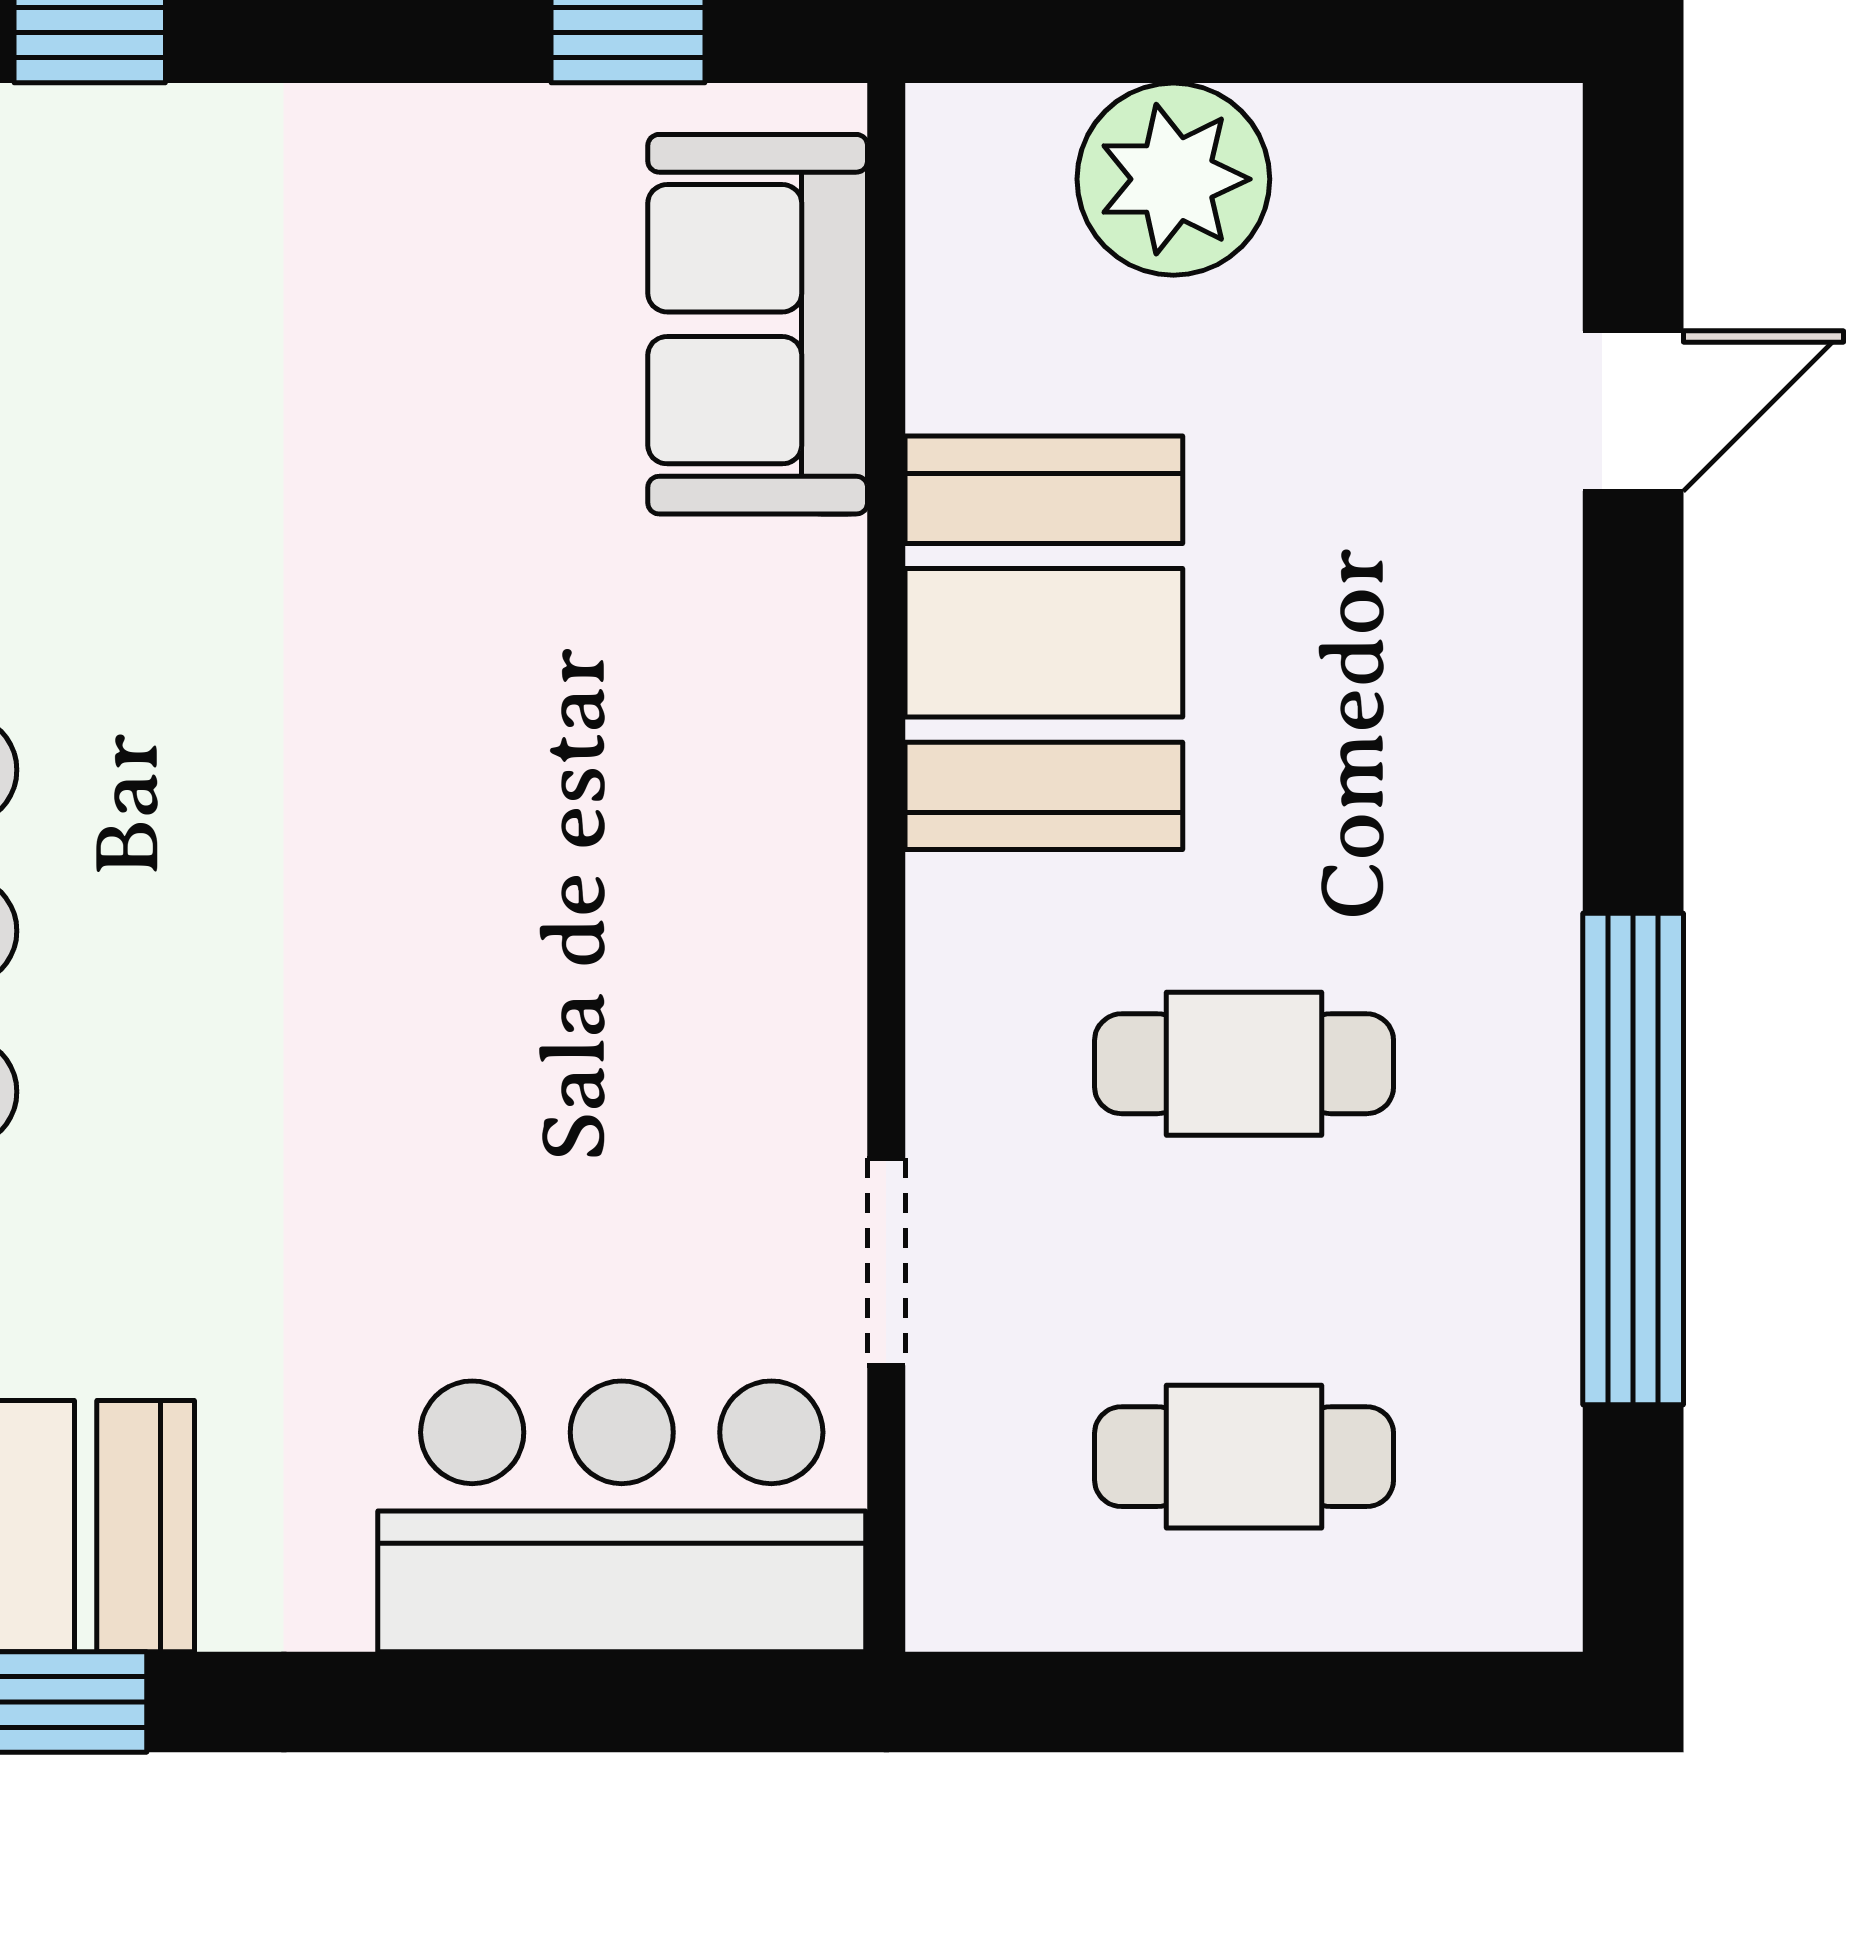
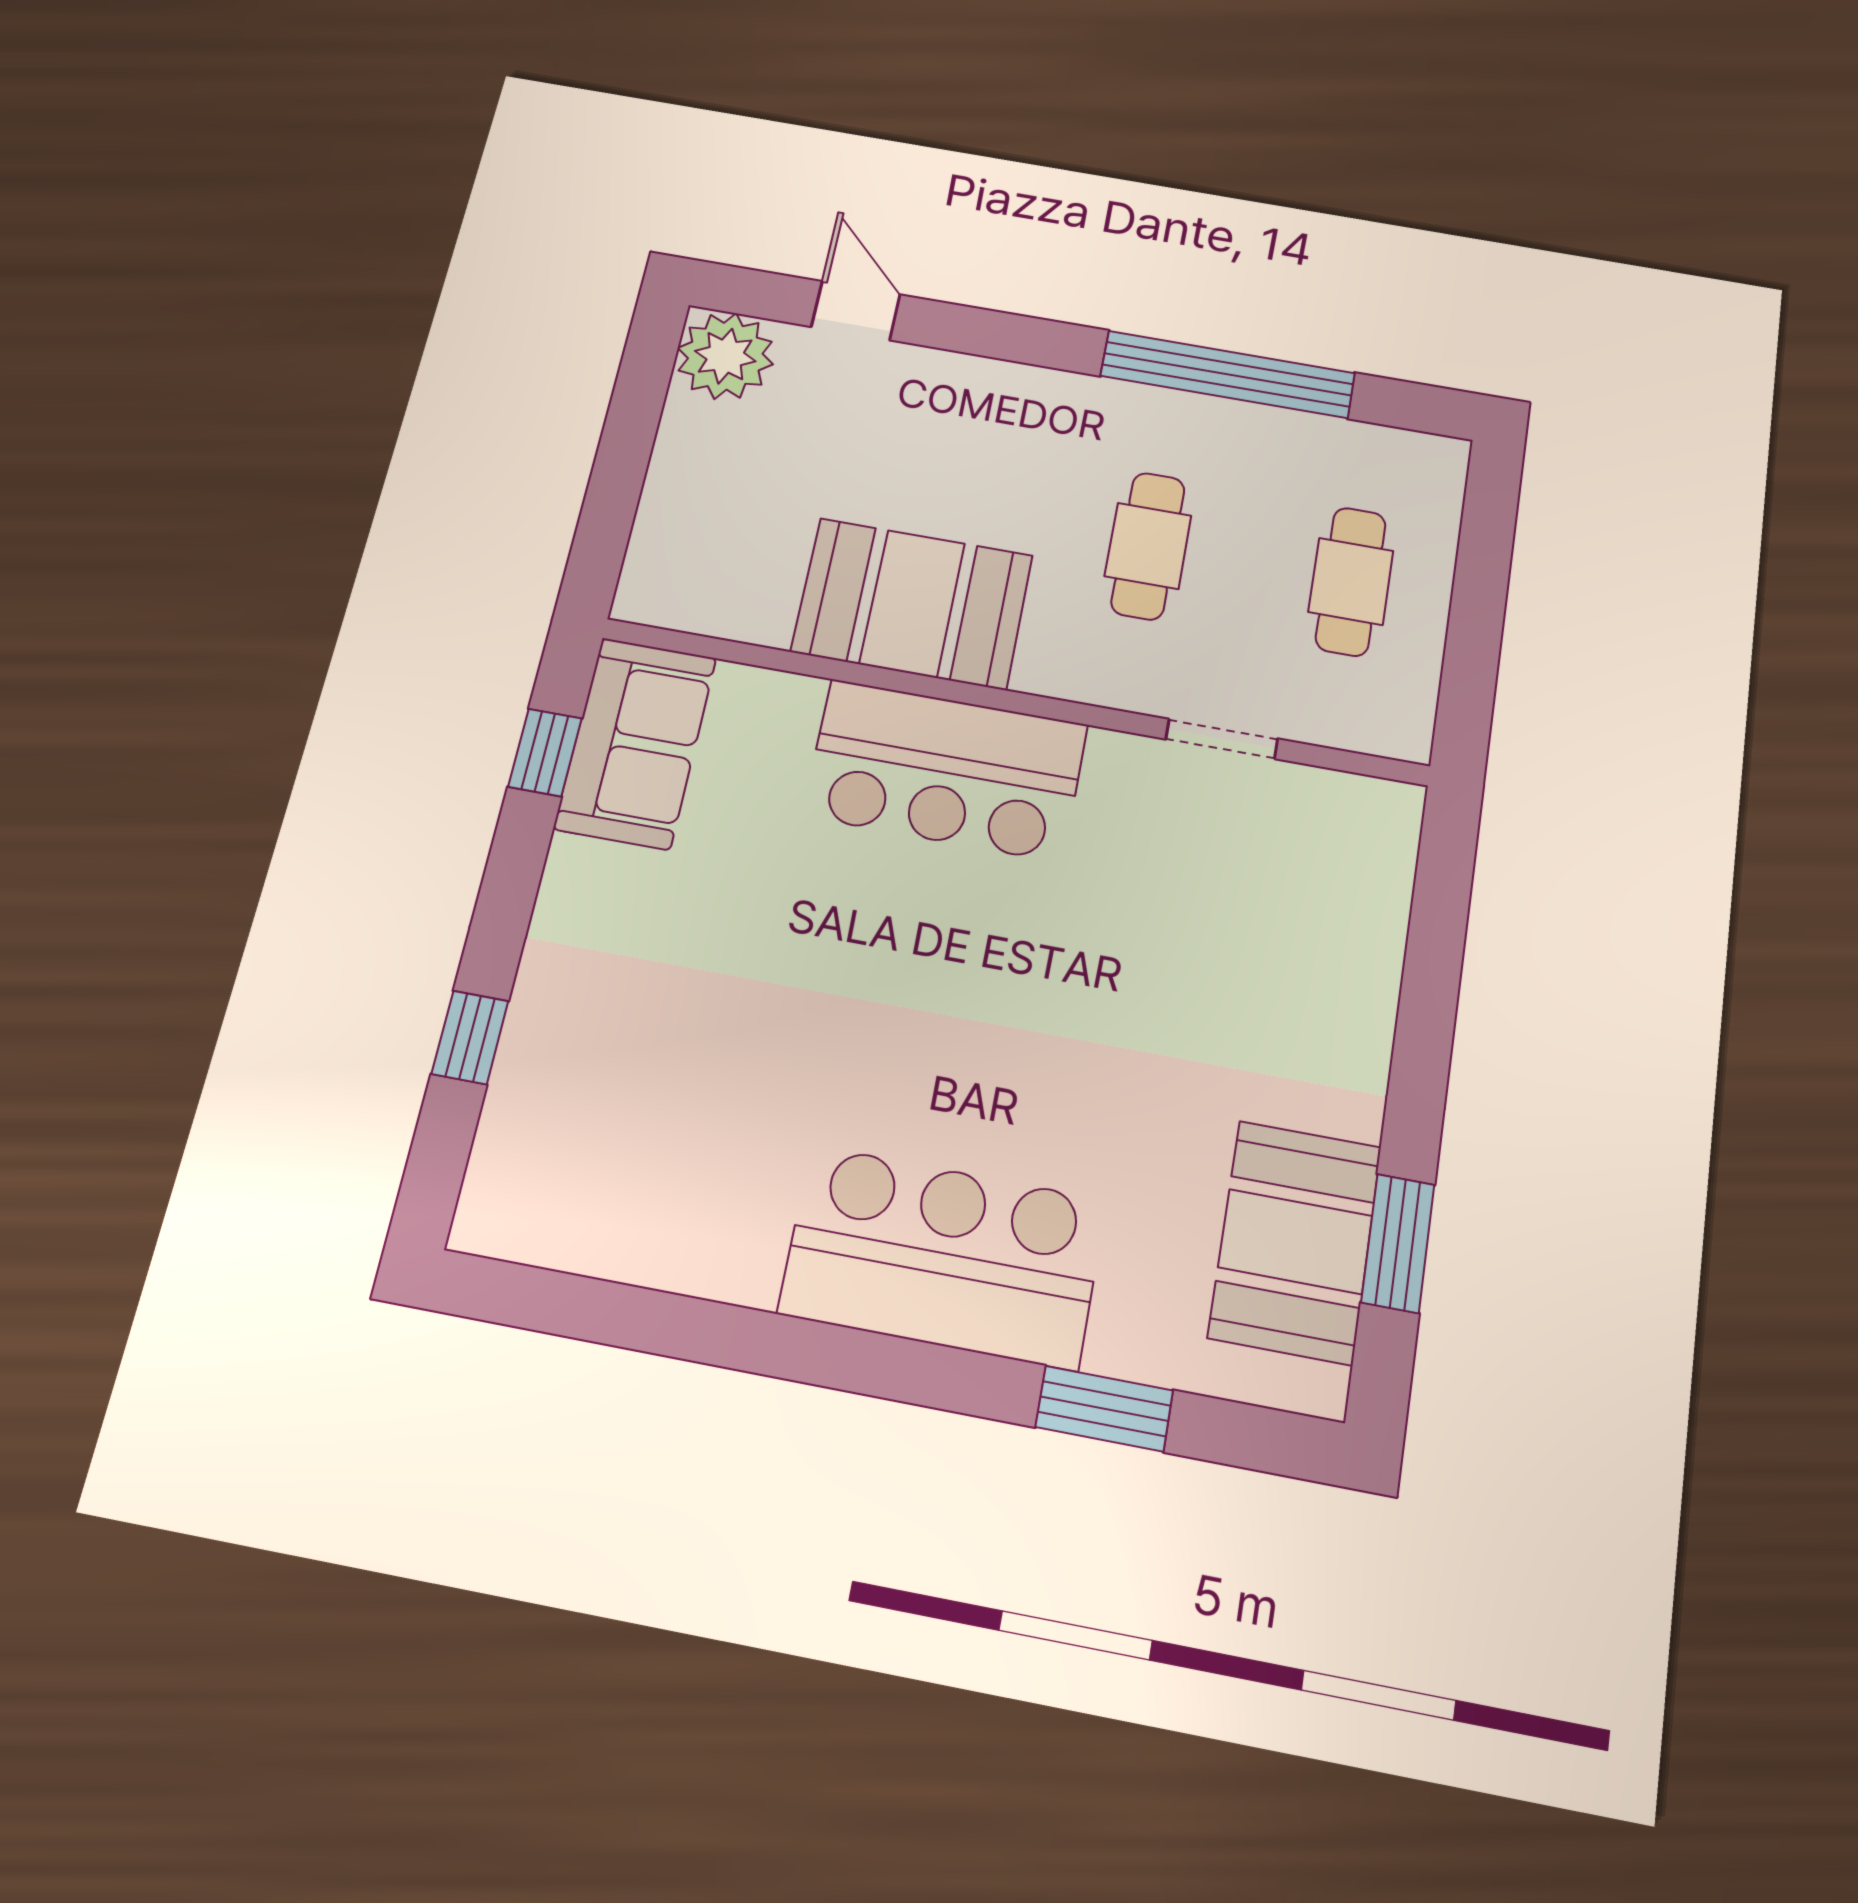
plant: (1173, 179) -> (725, 356), moved
sofa: (758, 324) -> (636, 743), moved, turned -90
bar counter: (622, 1516) -> (946, 770), moved, turned -90

